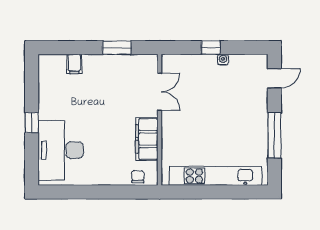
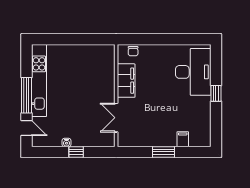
window: (117, 48) -> (164, 152), moved
door: (274, 78) -> (26, 128), swing flipped
window: (274, 135) -> (26, 95), moved
kitchen unit: (216, 176) -> (39, 80), moved, turned -90

